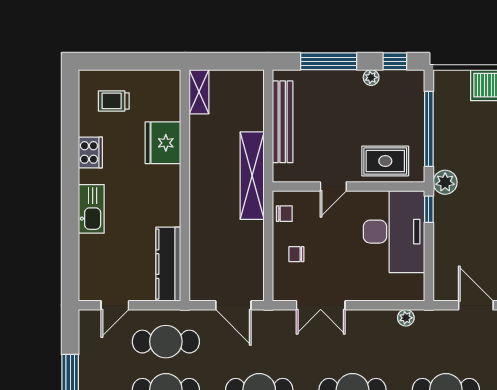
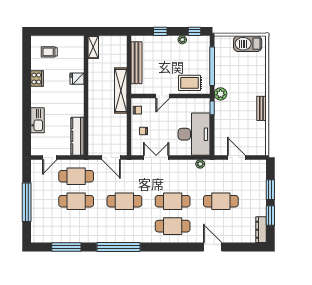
window: (329, 61) -> (160, 31), width x0.46
fridge: (163, 143) -> (77, 79), width x0.53, depth x0.75
kitchen sink: (91, 209) -> (38, 120), moved
desk: (394, 232) -> (194, 134), moved
double door: (321, 305) -> (156, 158), swing flipped

